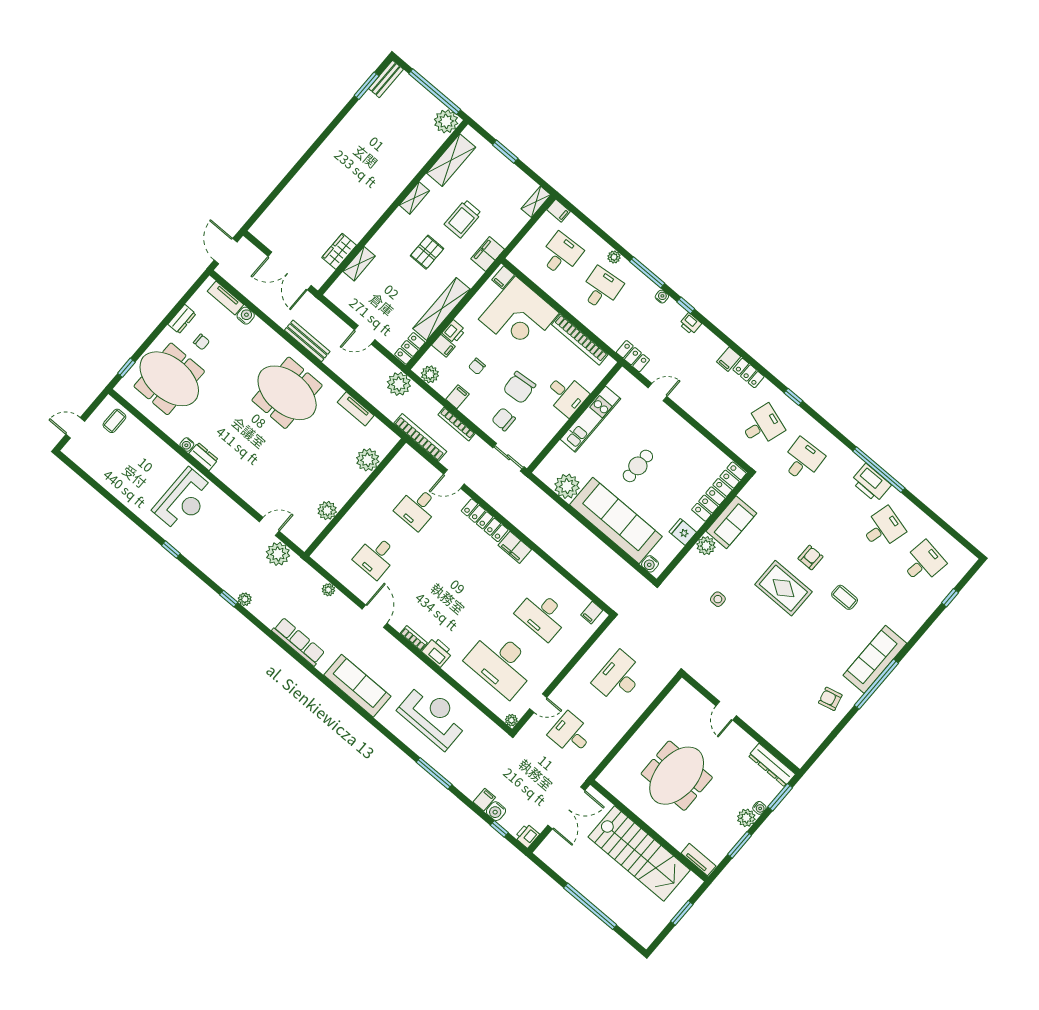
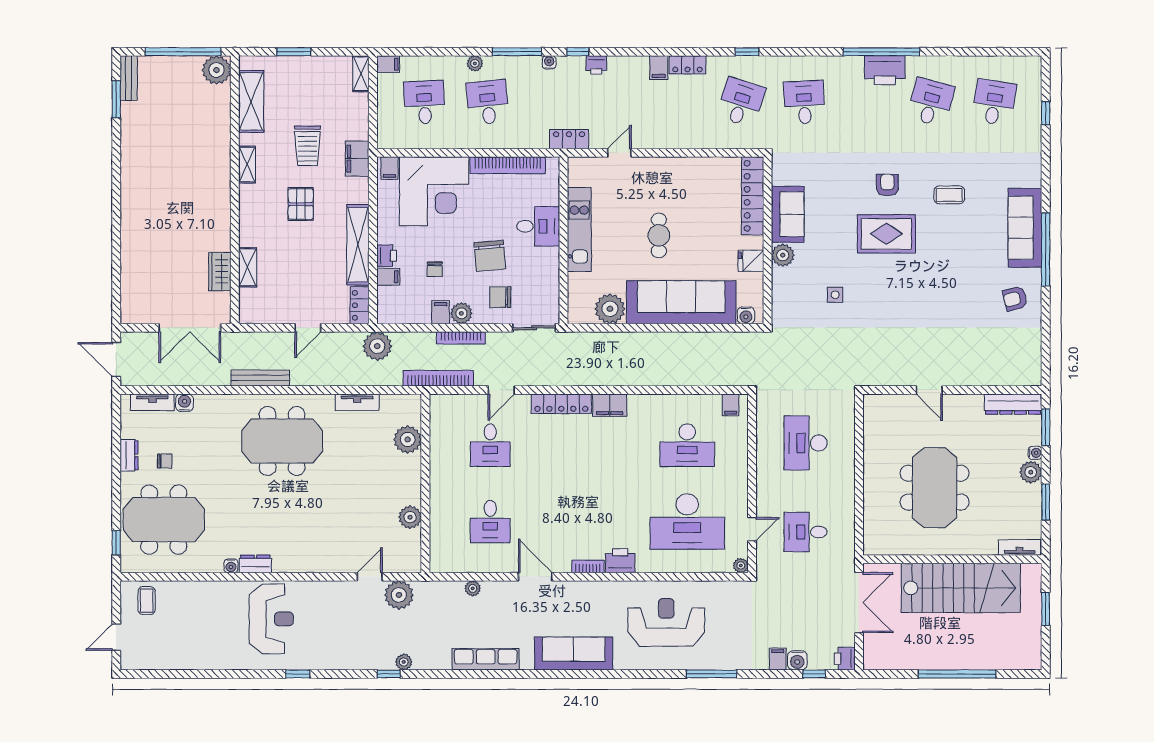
plant: (430, 374) -> (461, 313), moved

